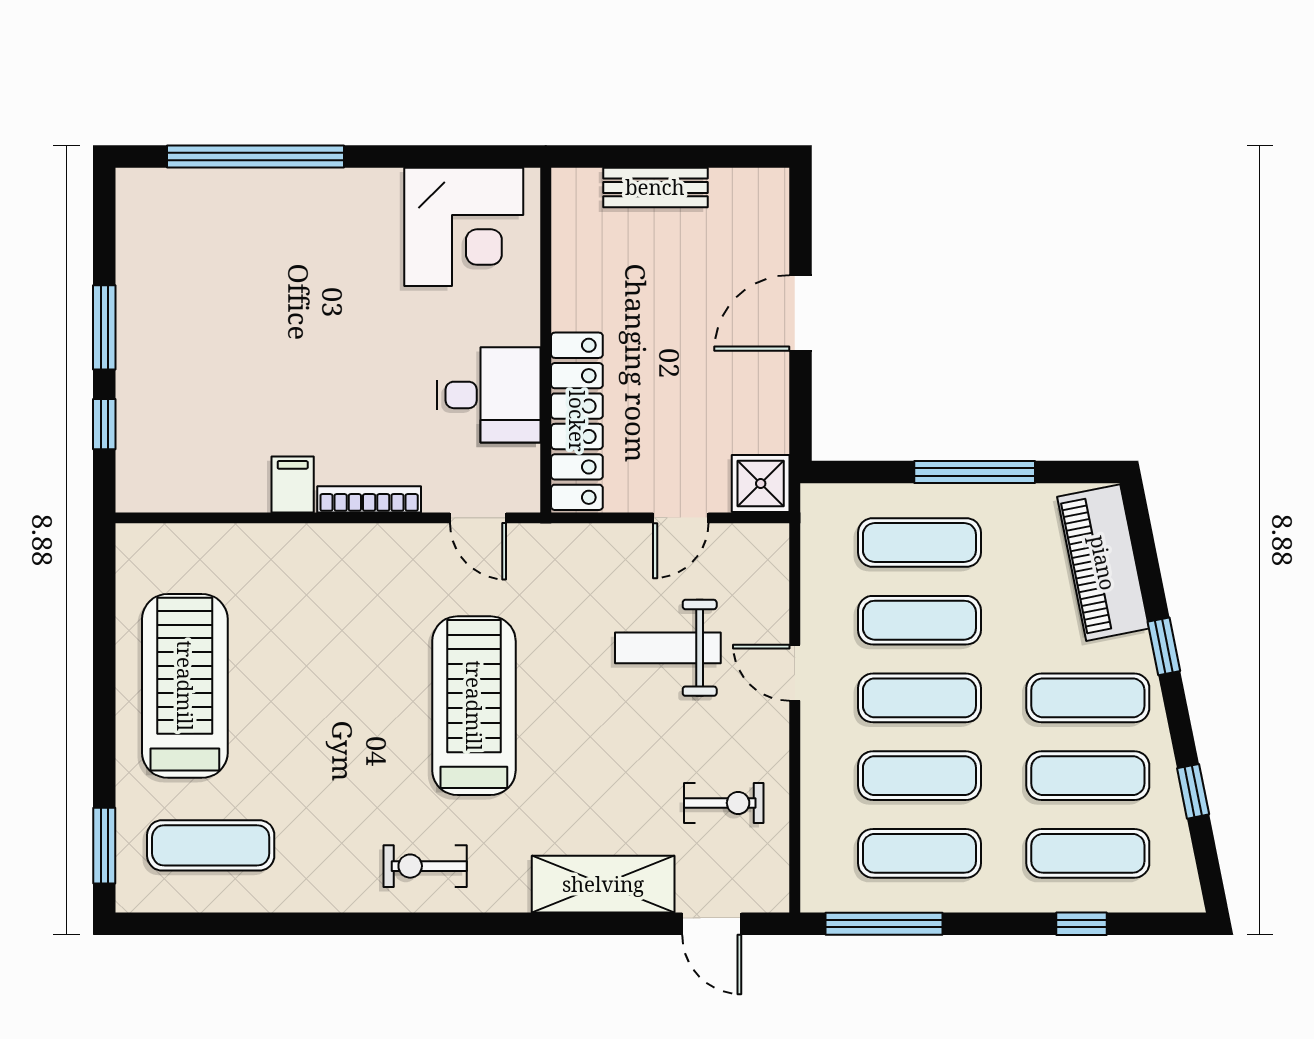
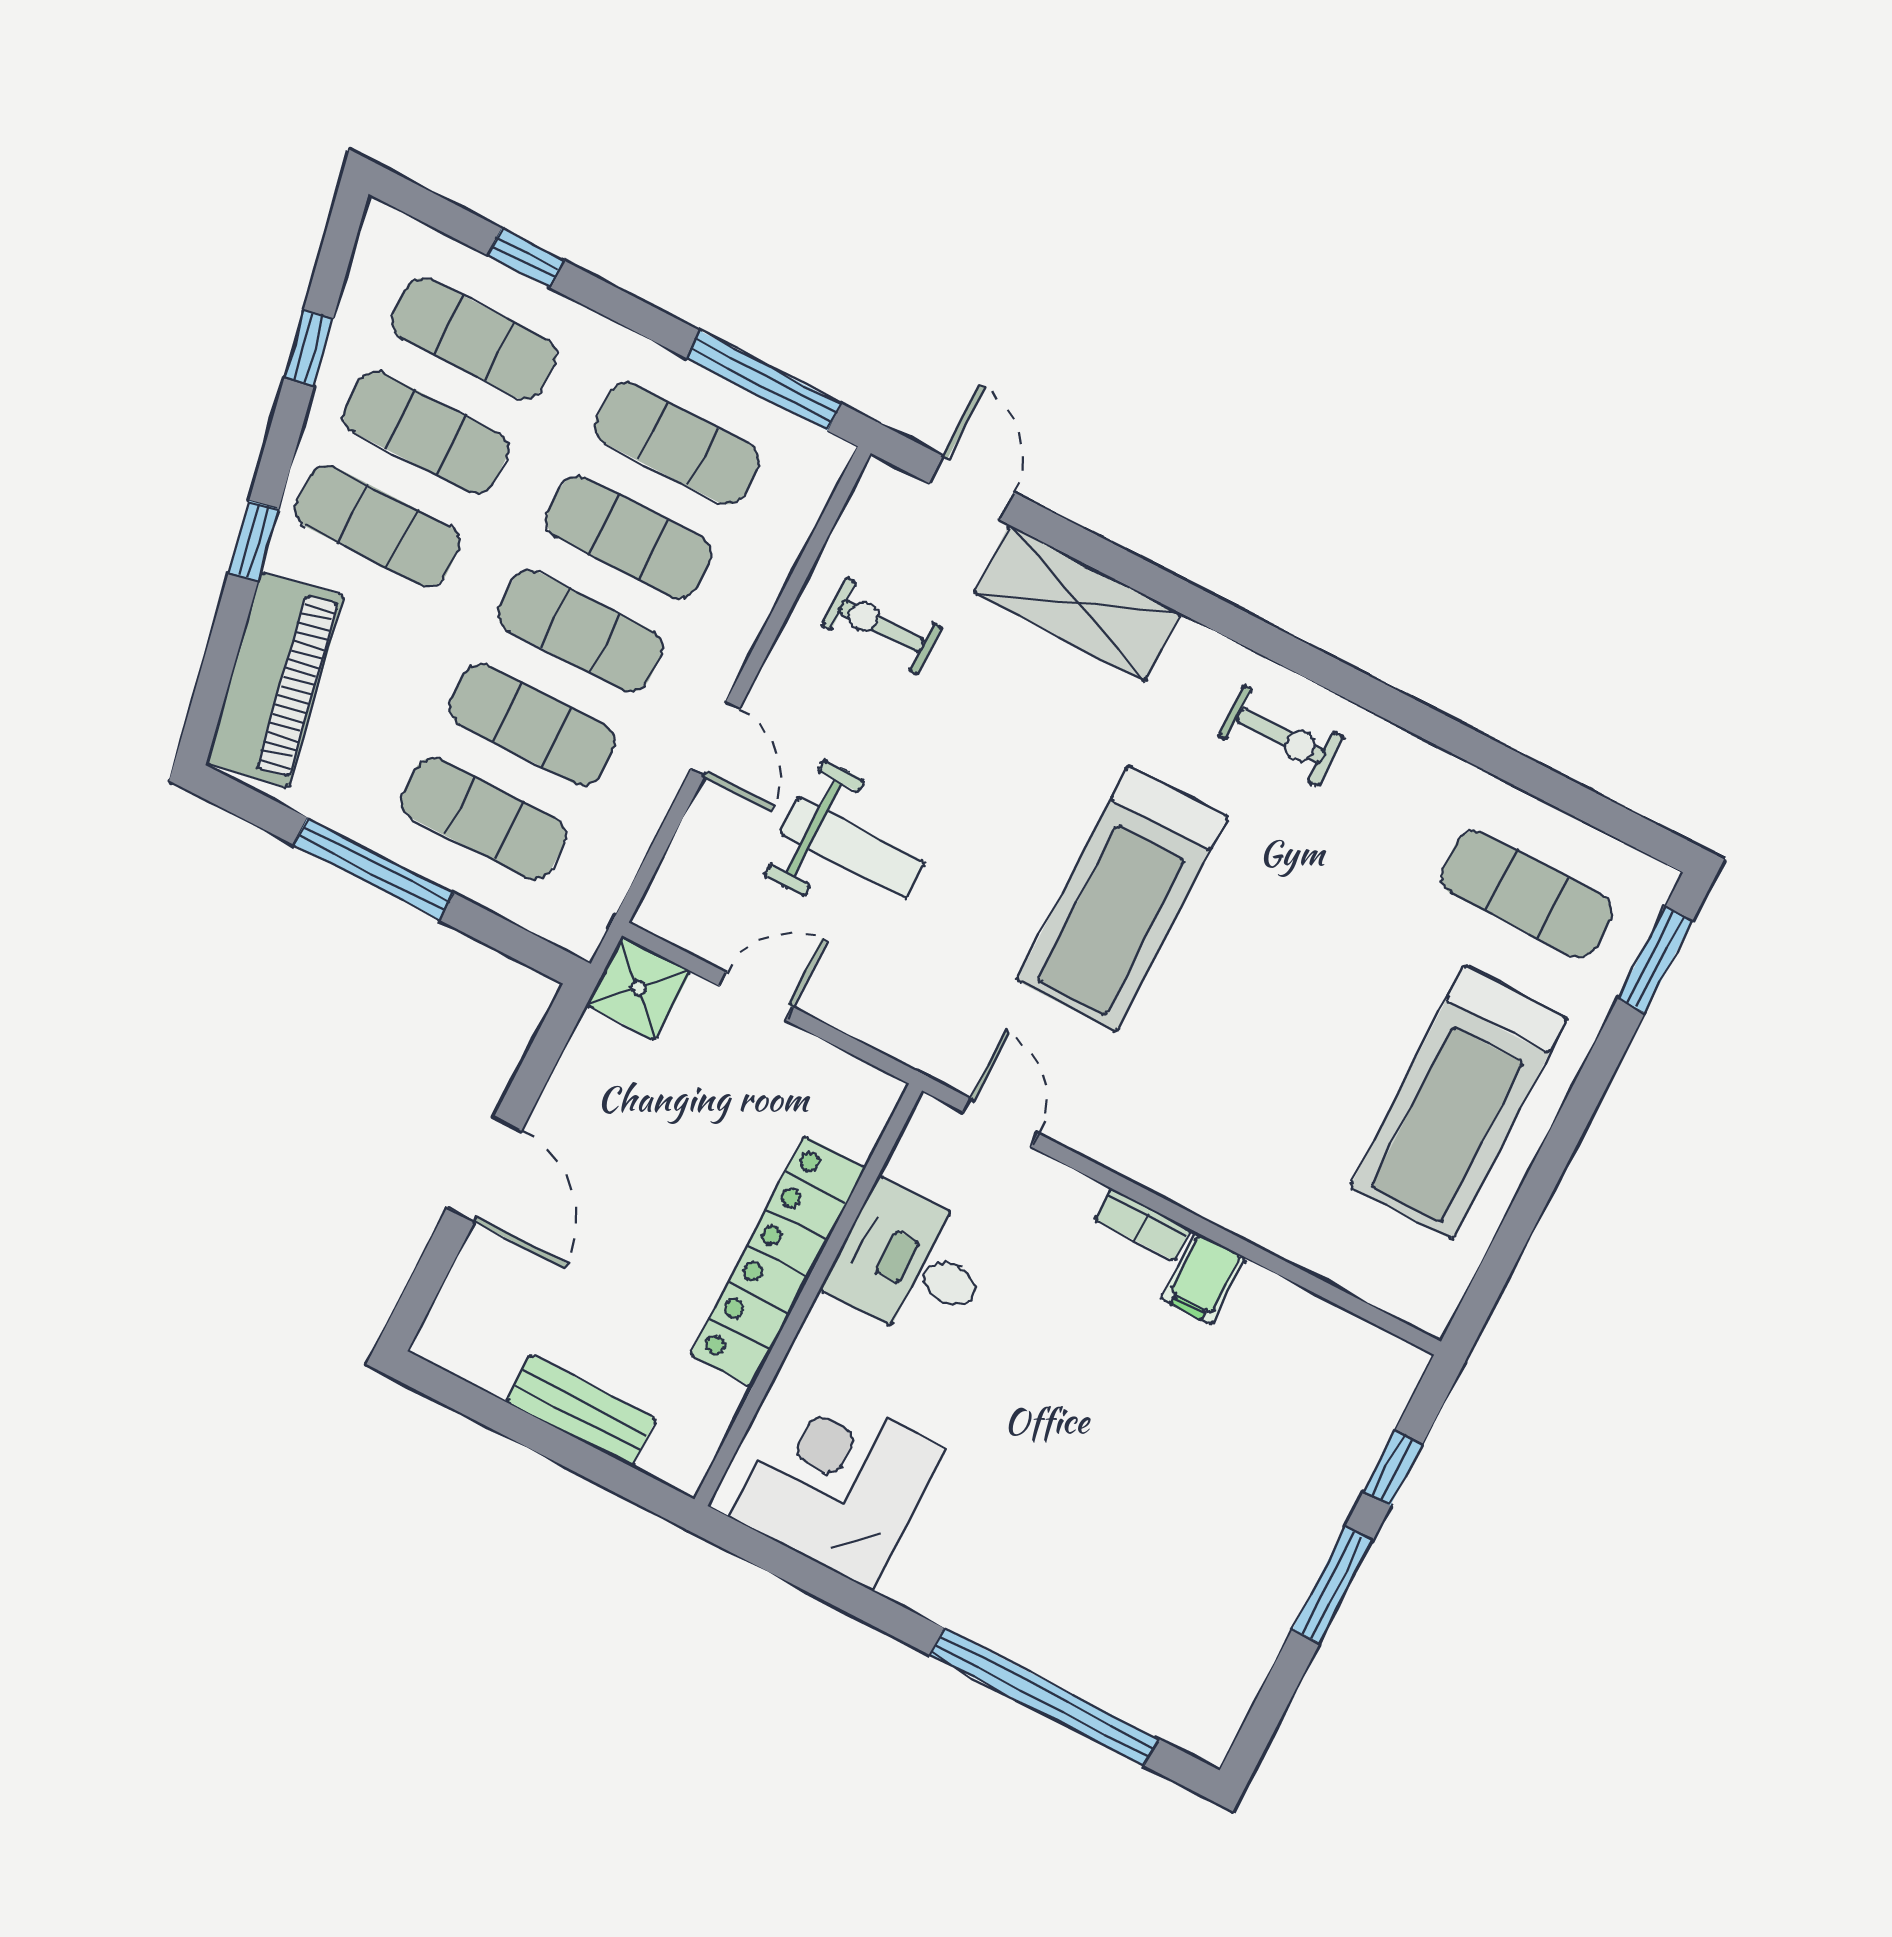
door: (800, 313) -> (484, 1169), hinge flipped
locker: (577, 421) -> (778, 1261), moved
bookcase: (369, 499) -> (1143, 1224), width x0.64

